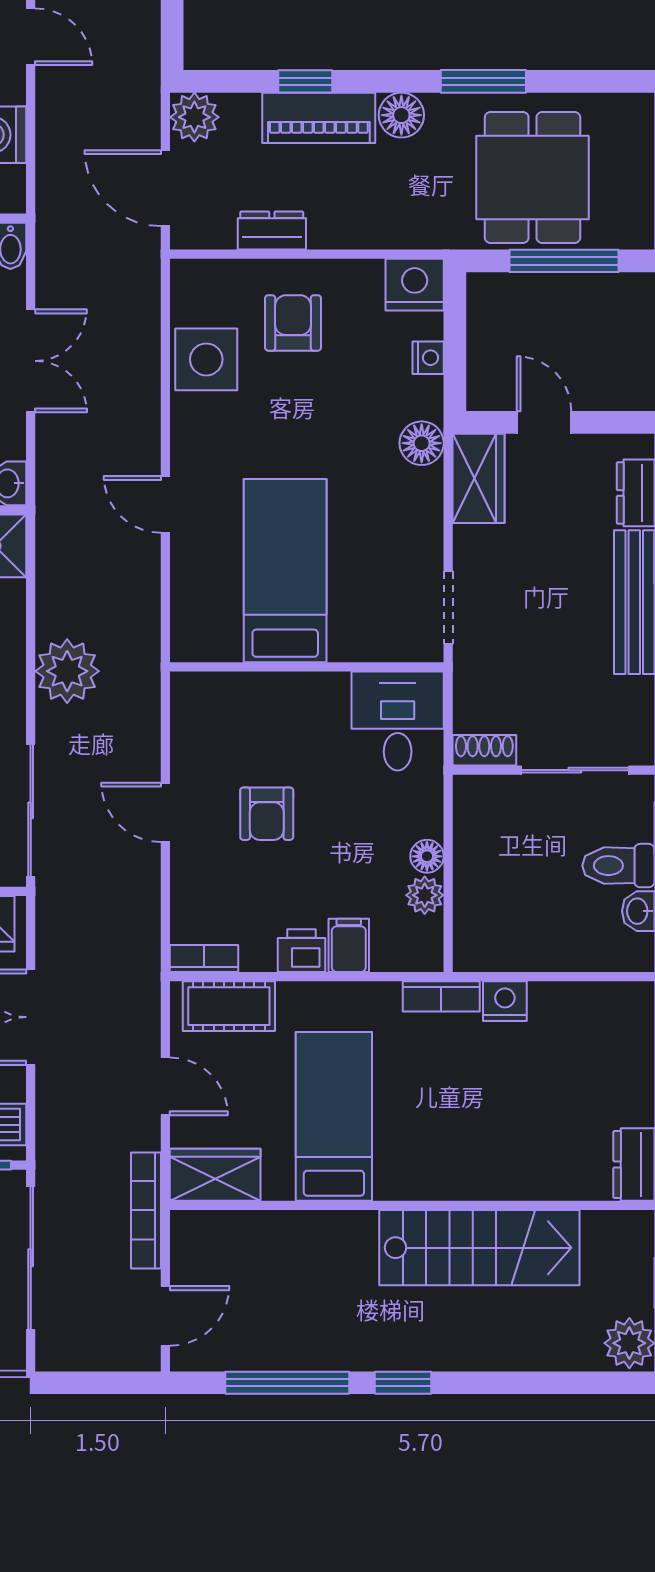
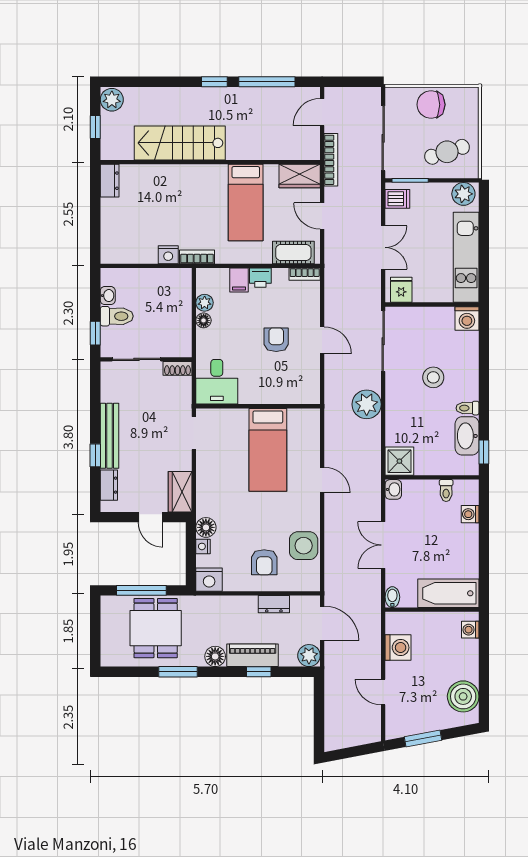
floor lamp: (422, 443) -> (206, 527), moved

